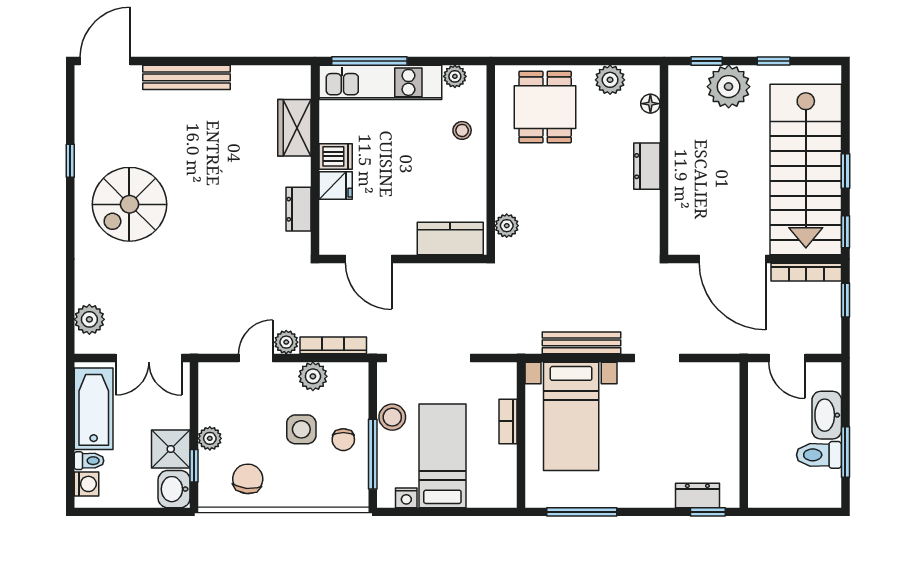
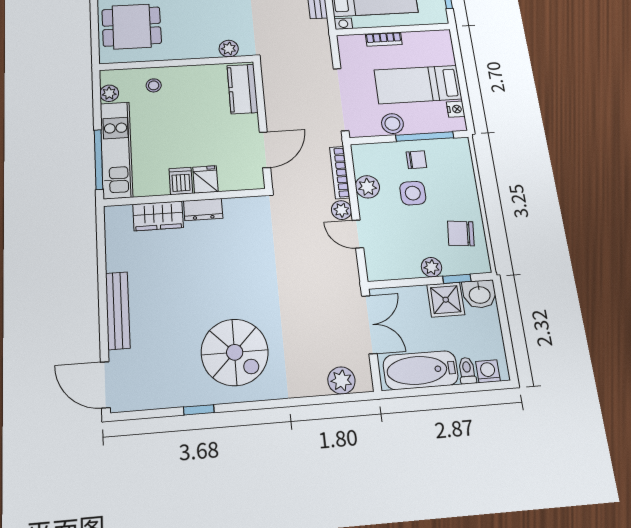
dresser: (298, 209) -> (203, 210), moved

